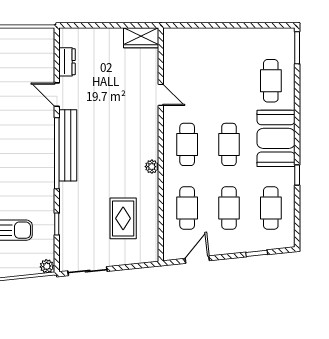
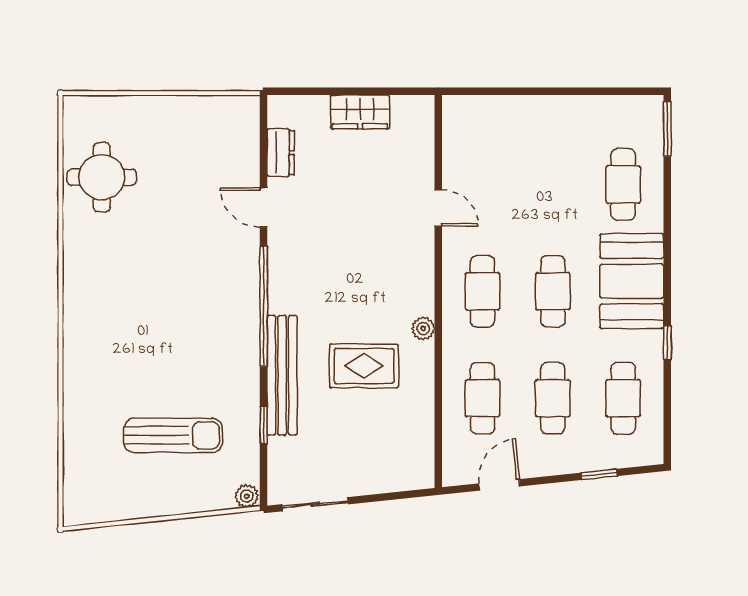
wardrobe: (141, 38) -> (360, 112), moved
bench: (68, 145) -> (282, 375), moved
rug: (123, 218) -> (364, 366), moved, turned 90

